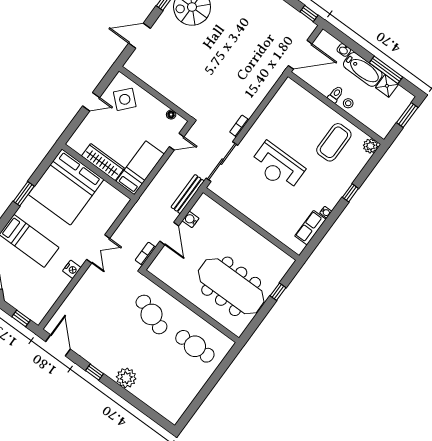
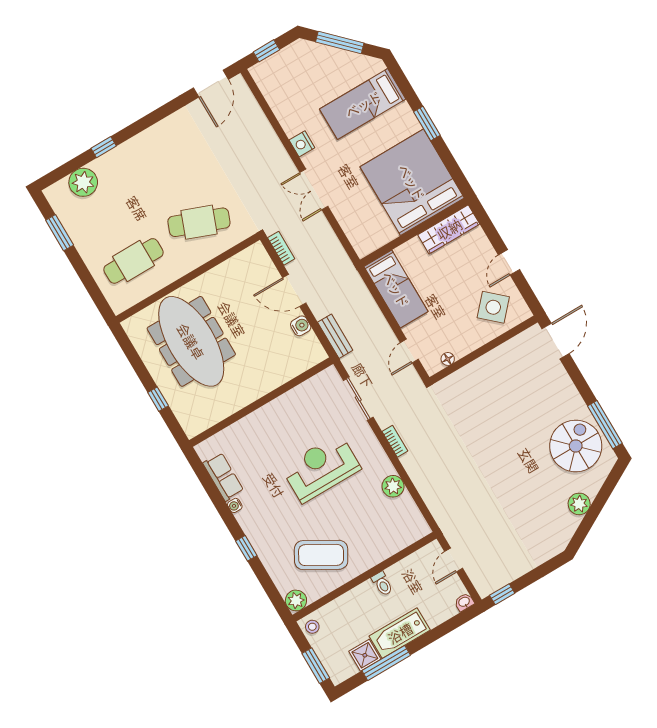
door: (139, 36) -> (556, 341), moved
washbasin: (344, 50) -> (464, 602), moved
door: (300, 55) -> (454, 560), width x0.53
stool: (348, 103) -> (312, 627), moved
plant: (269, 115) -> (393, 486), added
coffee table: (334, 142) -> (321, 555), turned -60
wardrobe: (103, 162) -> (449, 229), moved
sliding door: (222, 162) -> (358, 399), width x0.73
bench: (188, 194) -> (335, 336), width x0.73
meeting table: (231, 286) -> (191, 341), turned 90
door: (58, 345) -> (211, 84), hinge flipped
window: (95, 372) -> (104, 147), moved
plant: (126, 378) -> (83, 182), moved
window: (197, 402) -> (60, 233), added

